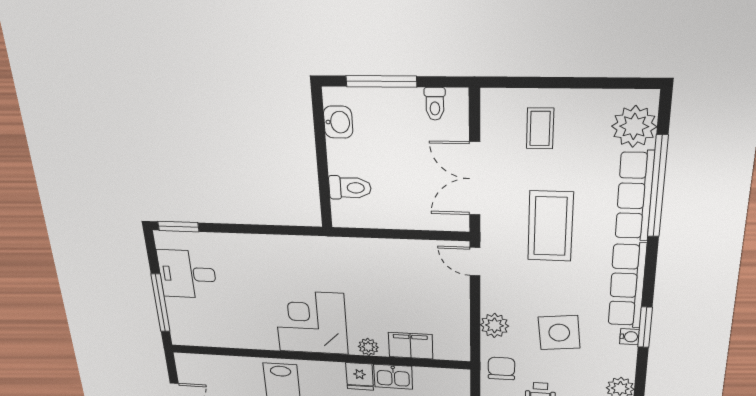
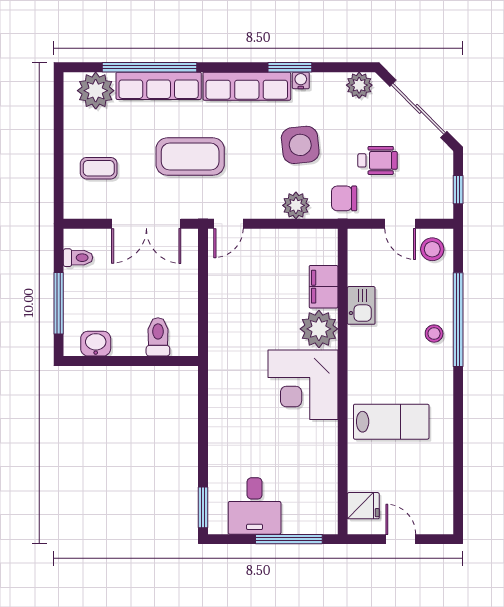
plant: (368, 347) -> (319, 329), width x1.87, depth x1.87
fridge: (360, 376) -> (363, 506), moved

